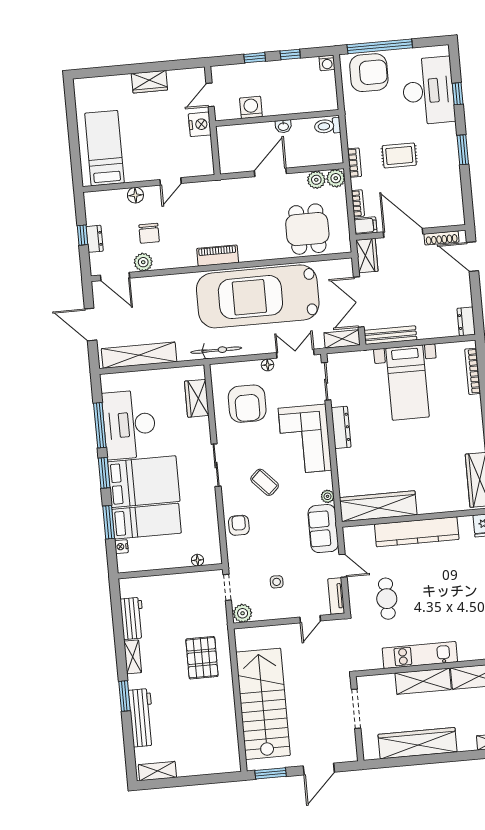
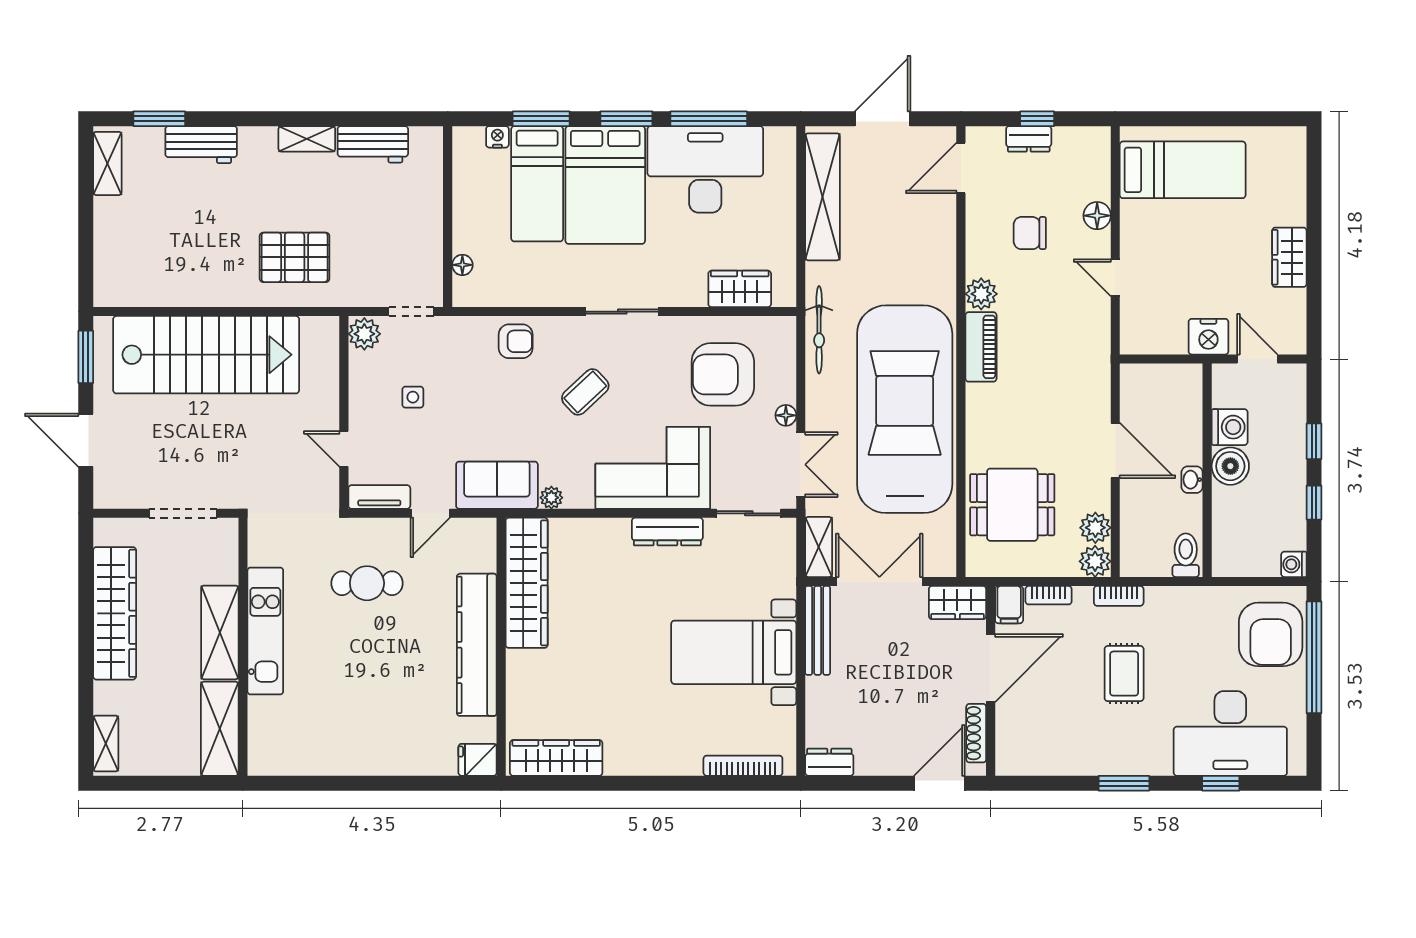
boiler: (273, 105) -> (1230, 466), added
plant: (143, 262) -> (981, 294), moved
window: (124, 696) -> (159, 119), moved
workbench: (142, 718) -> (201, 145), width x0.73

